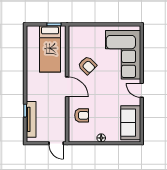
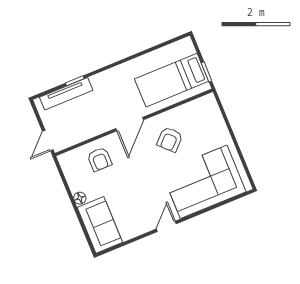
sofa: (131, 123) -> (100, 225), moved, turned 90

